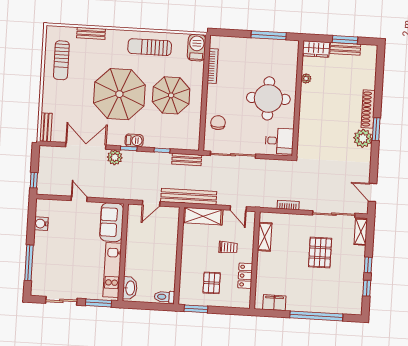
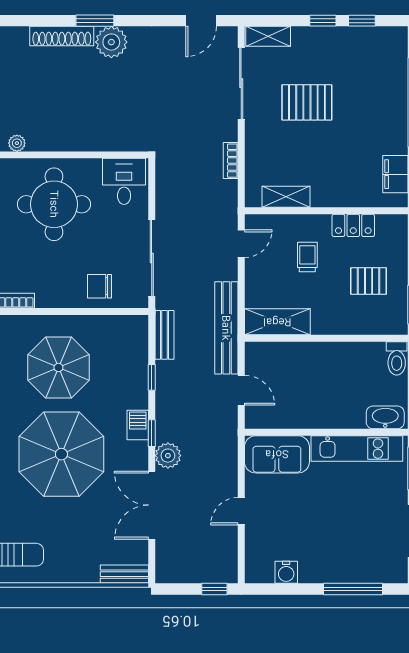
shelving: (203, 216) -> (277, 322), moved, turned 90

